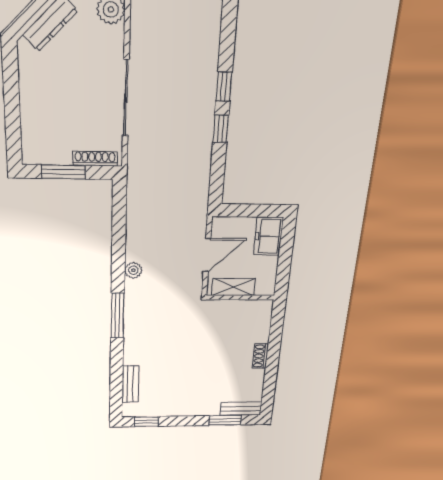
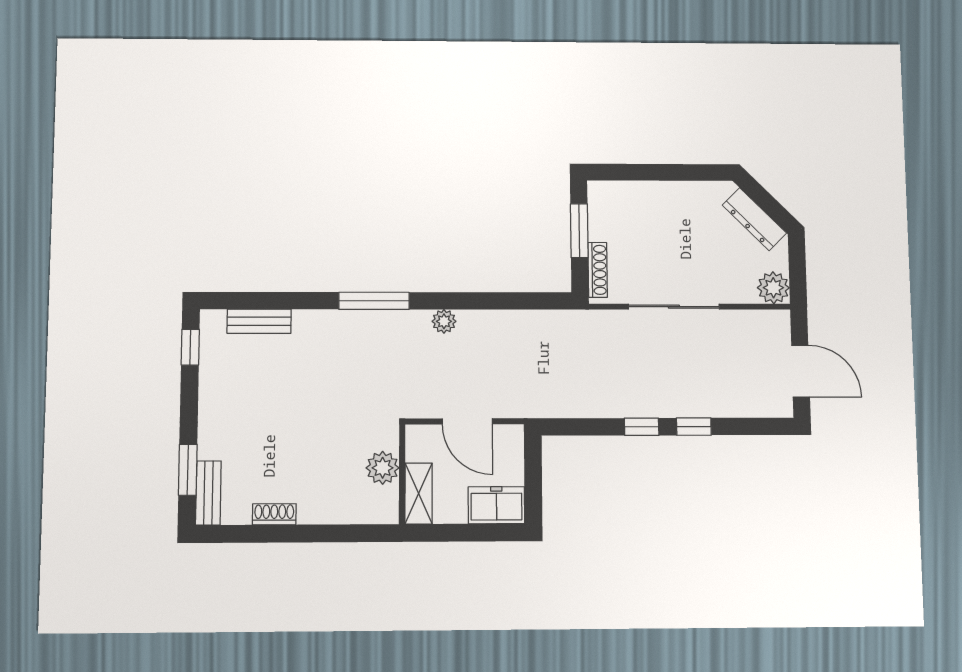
shelving: (233, 287) -> (419, 493), moved
plant: (235, 310) -> (383, 468), added
shoe rack: (260, 356) -> (274, 514), moved

